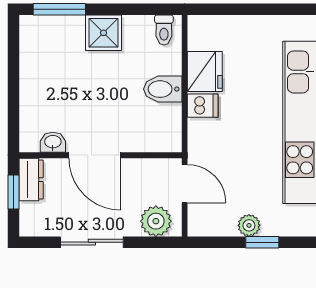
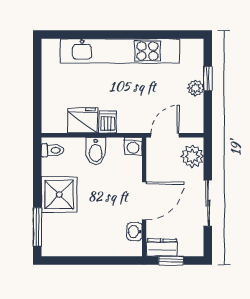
shower: (104, 33) -> (59, 195), width x1.36, depth x1.36
washing machine: (170, 140) -> (133, 146), added

